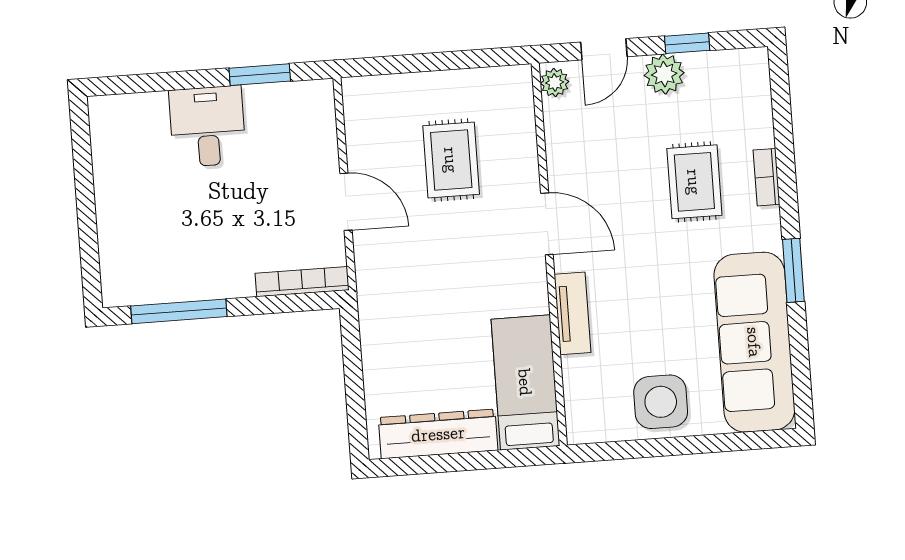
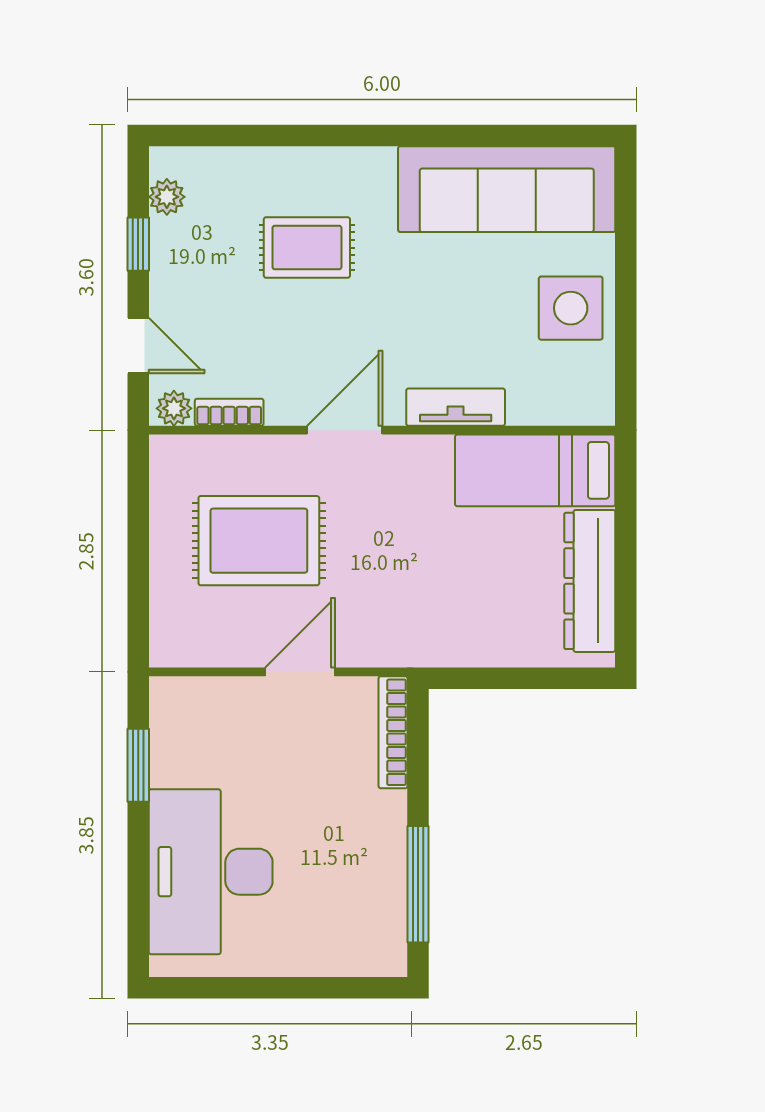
plant: (664, 74) -> (167, 197), moved, width x0.73, depth x0.73
desk: (207, 126) -> (211, 872), width x1.87, depth x1.30
rug: (451, 160) -> (259, 541), width x1.36, depth x1.43
bookcase: (767, 177) -> (229, 412), moved, turned 180
window: (793, 270) -> (423, 135), removed

